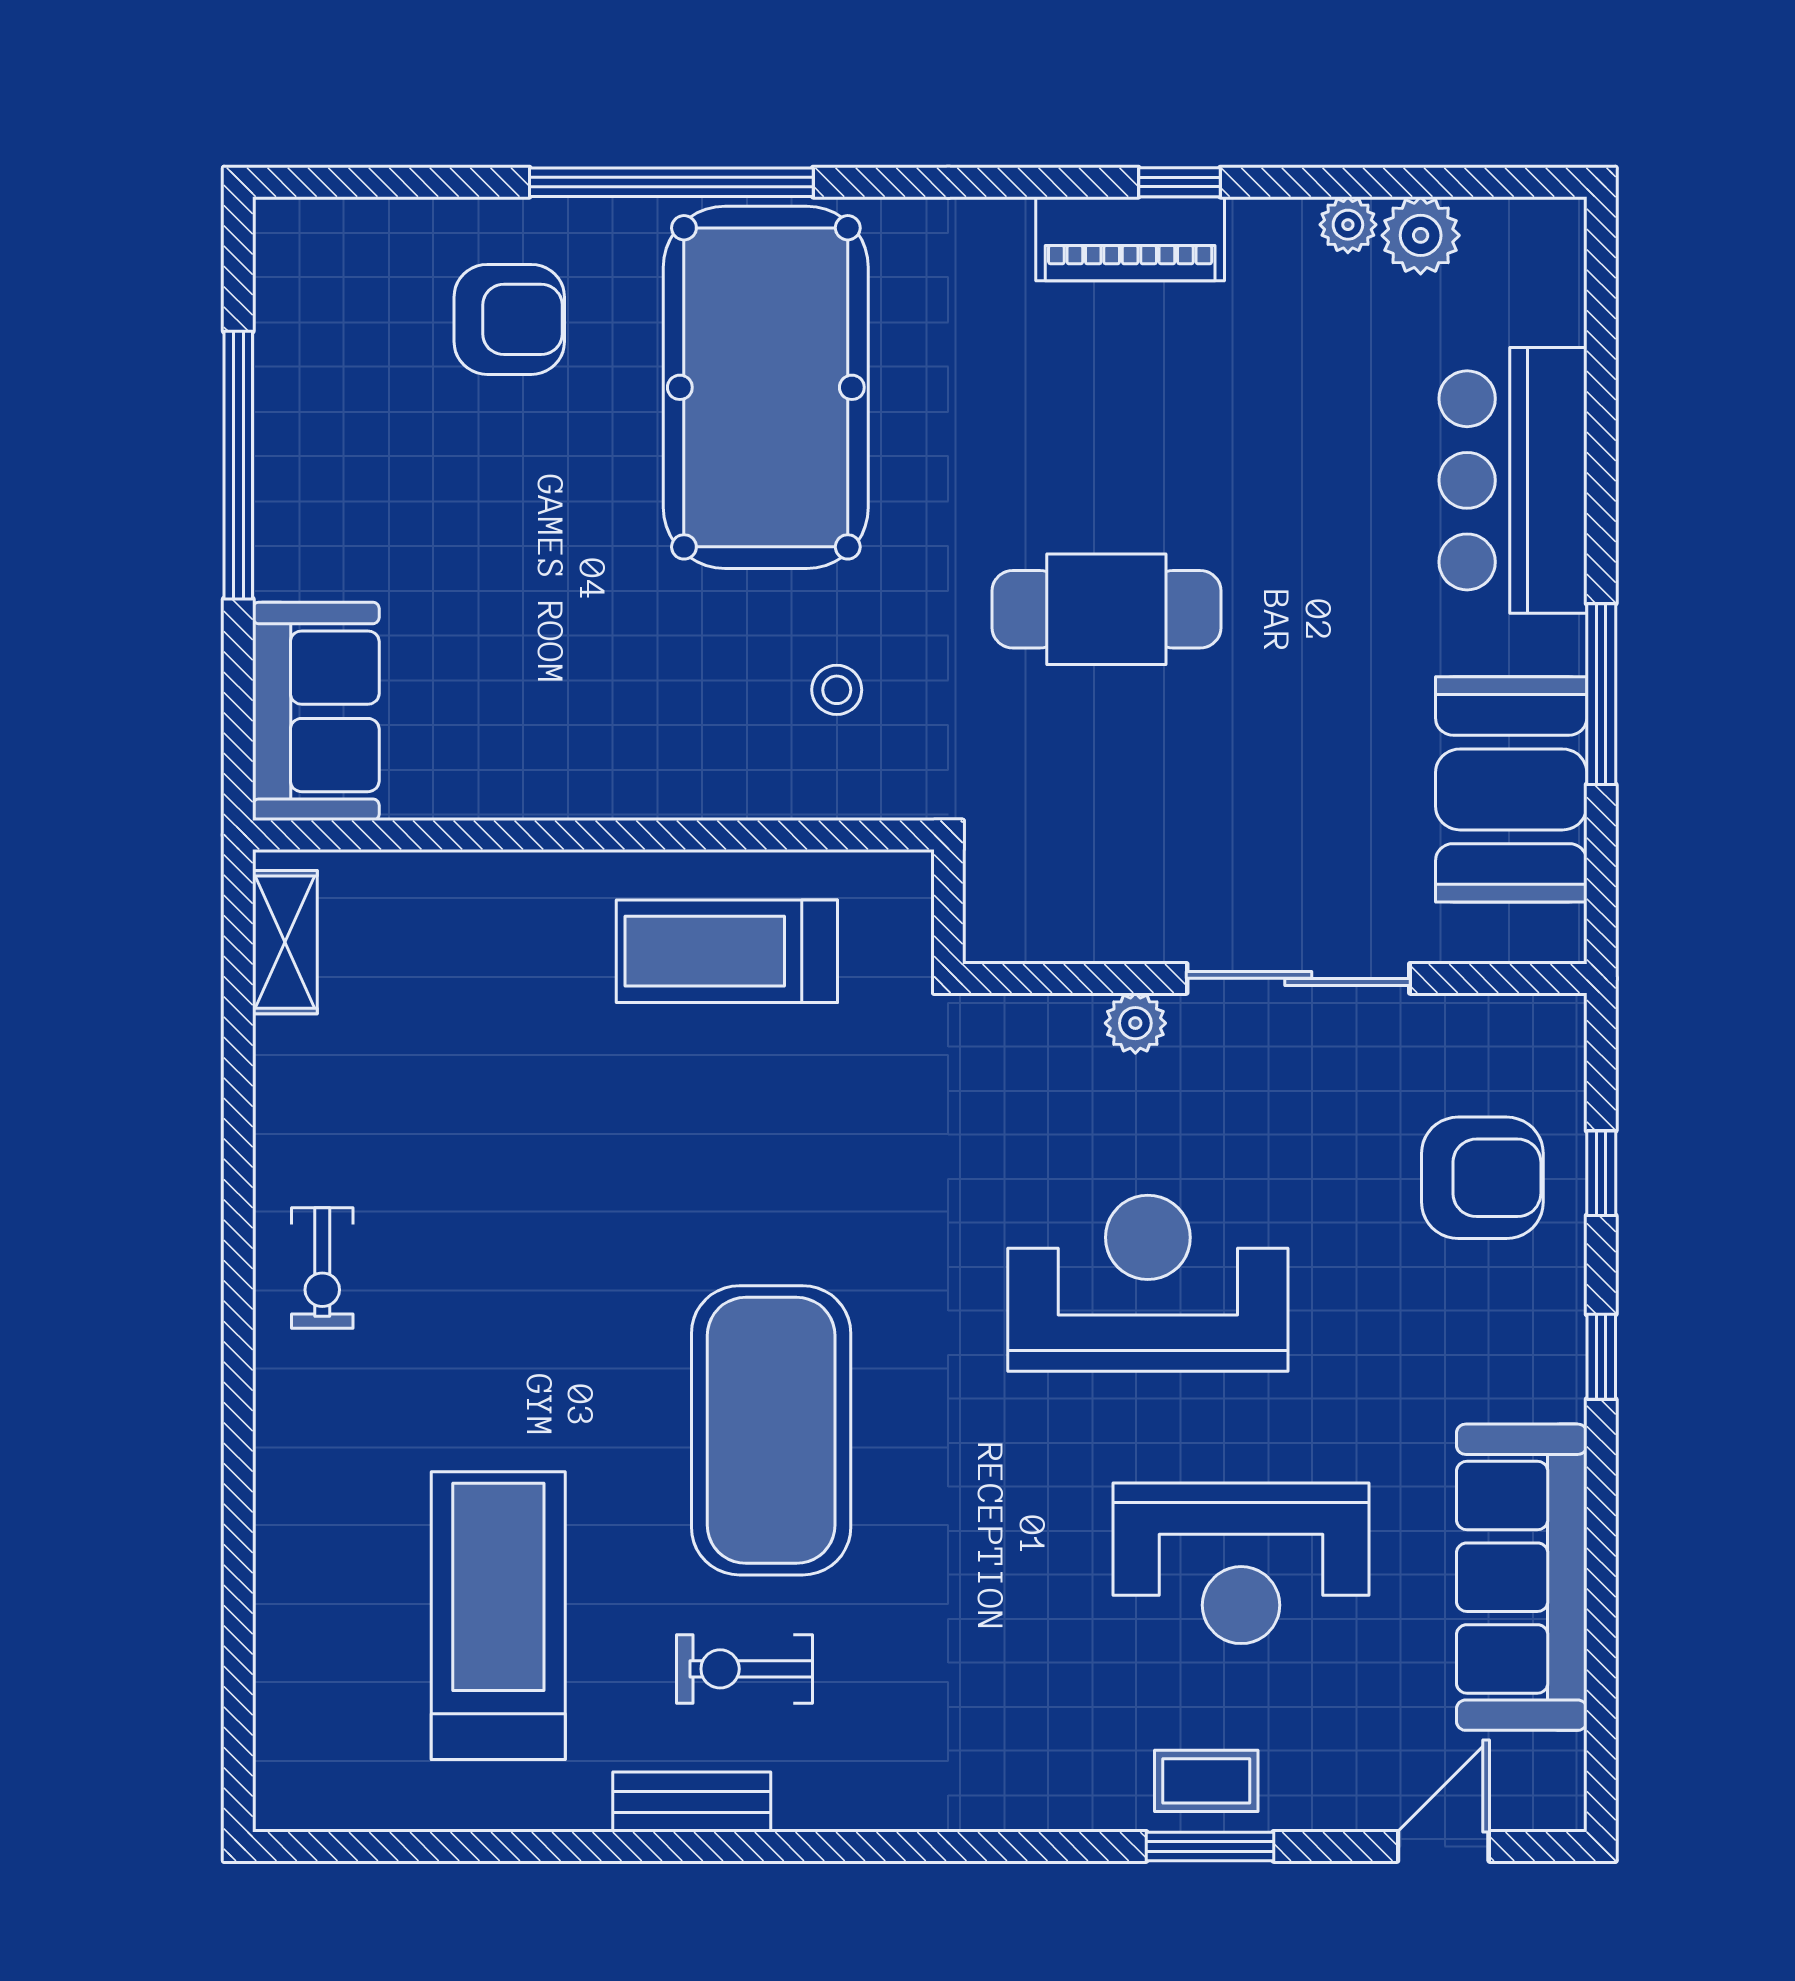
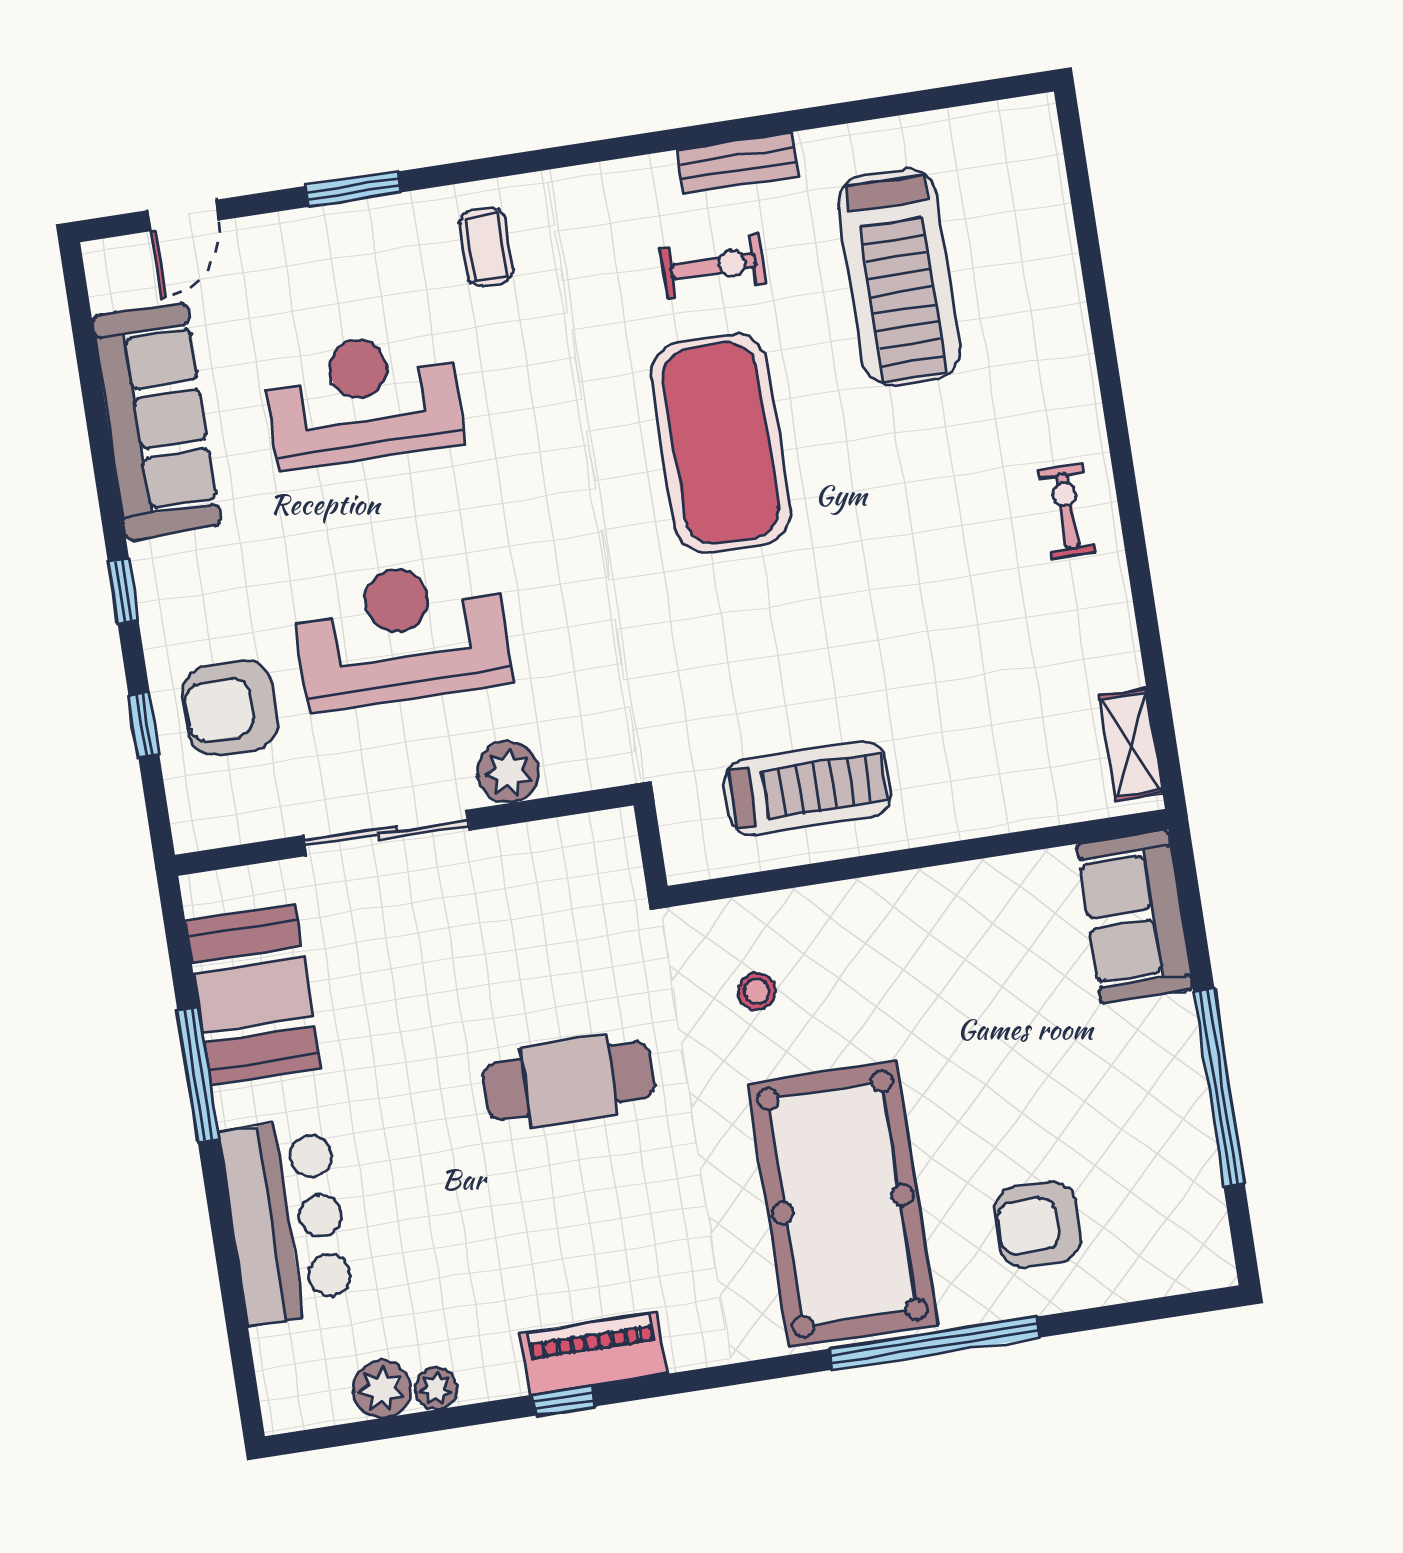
plant: (1135, 1023) -> (508, 772), width x1.38, depth x1.38
reception desk: (1148, 1283) -> (401, 634), moved, turned 180
coffee table: (1206, 1781) -> (486, 247), moved, turned 90

